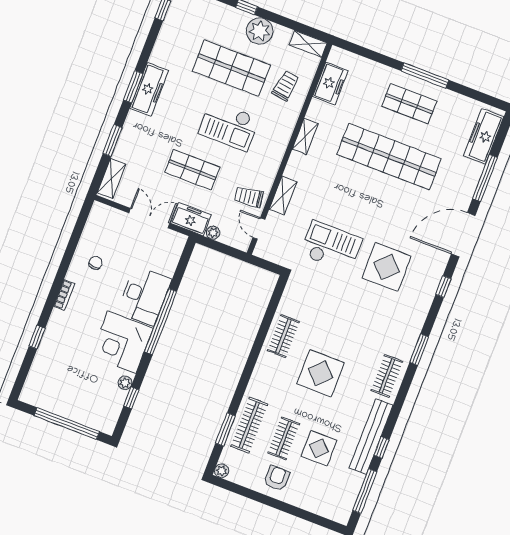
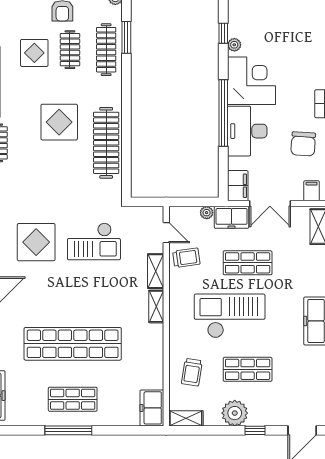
shop shelf: (231, 68) -> (248, 369), width x0.70, depth x0.74
freezer: (330, 83) -> (152, 408), moved
checkout: (229, 126) -> (230, 316), width x1.36, depth x1.21
shelving: (305, 136) -> (156, 306), moved
filing cabinet: (105, 215) -> (312, 191), added
filing cabinet: (173, 247) -> (238, 186), added
chair: (96, 263) -> (303, 144), width x1.87, depth x1.87
clothes rail: (283, 336) -> (106, 143), width x1.86, depth x1.31

